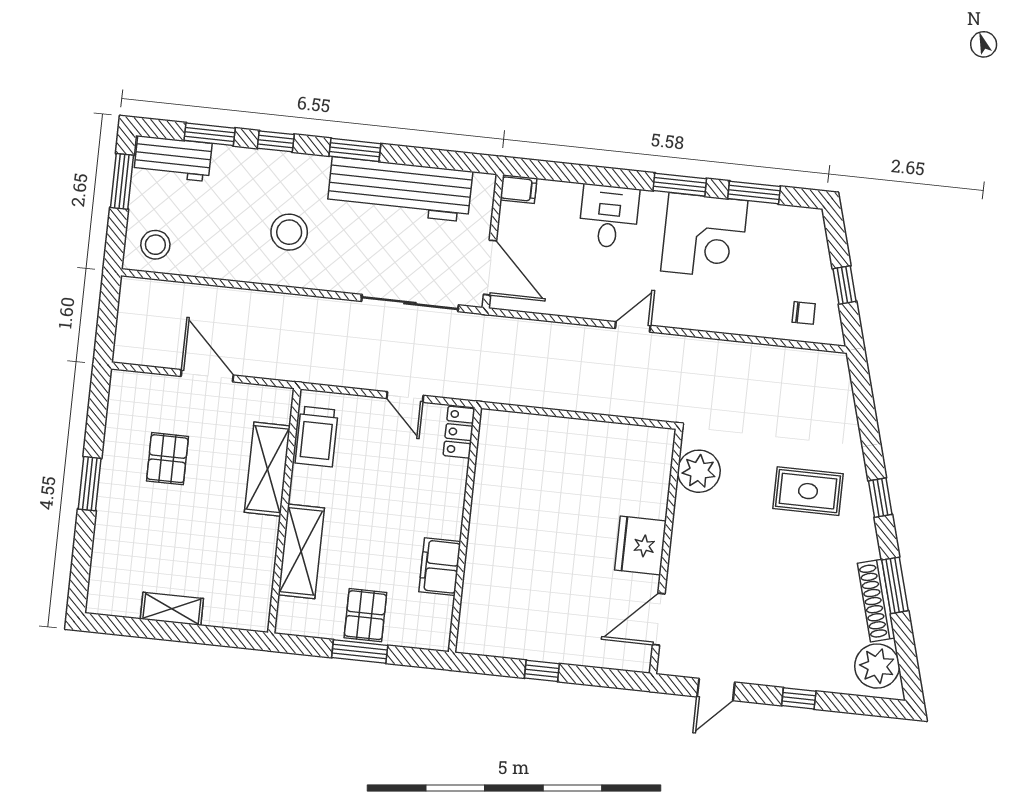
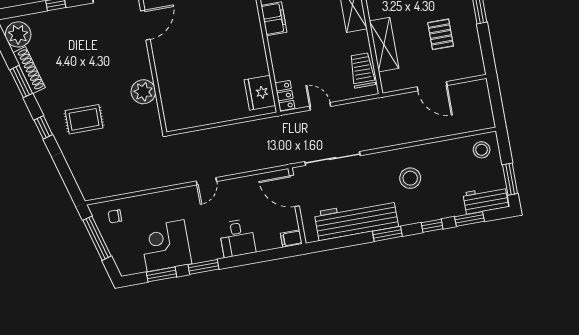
corner desk: (704, 236) -> (166, 246), moved
window: (845, 285) -> (97, 238), width x2.17
plant: (699, 471) -> (143, 92), moved
fridge: (640, 545) -> (260, 93), moved, turned 180

